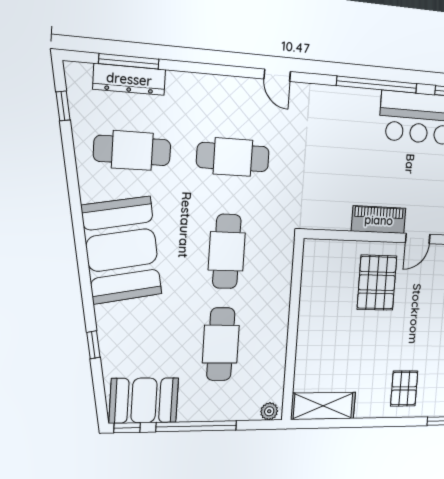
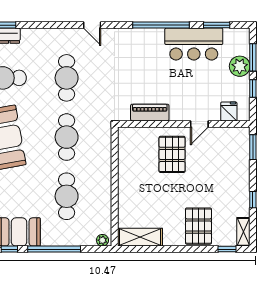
cafe table: (233, 157) -> (67, 78), turned 90
piano: (379, 220) -> (150, 113), moved
pallet: (404, 388) -> (198, 226), width x1.50, depth x1.42

